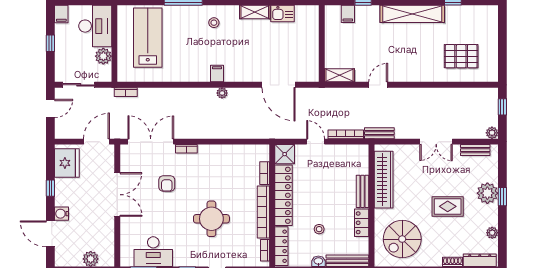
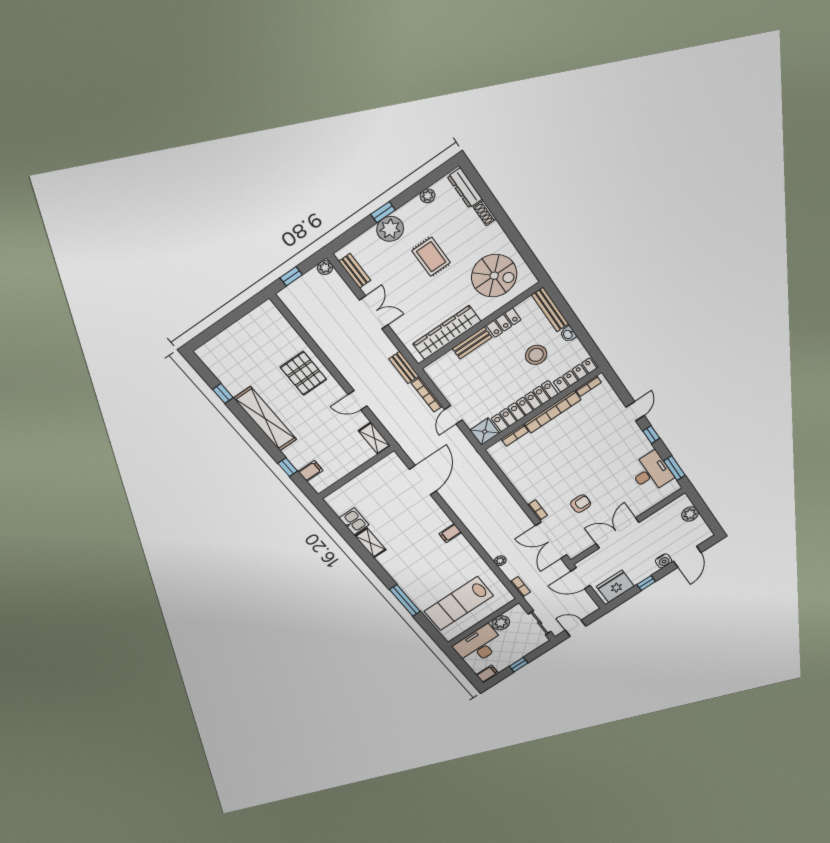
stool: (214, 23) -> (406, 566), removed
pallet: (461, 56) -> (303, 373), moved
plant: (222, 93) -> (500, 561), moved
round table: (211, 219) -> (589, 448), removed
stool: (319, 229) -> (536, 355), width x1.89, depth x1.89

